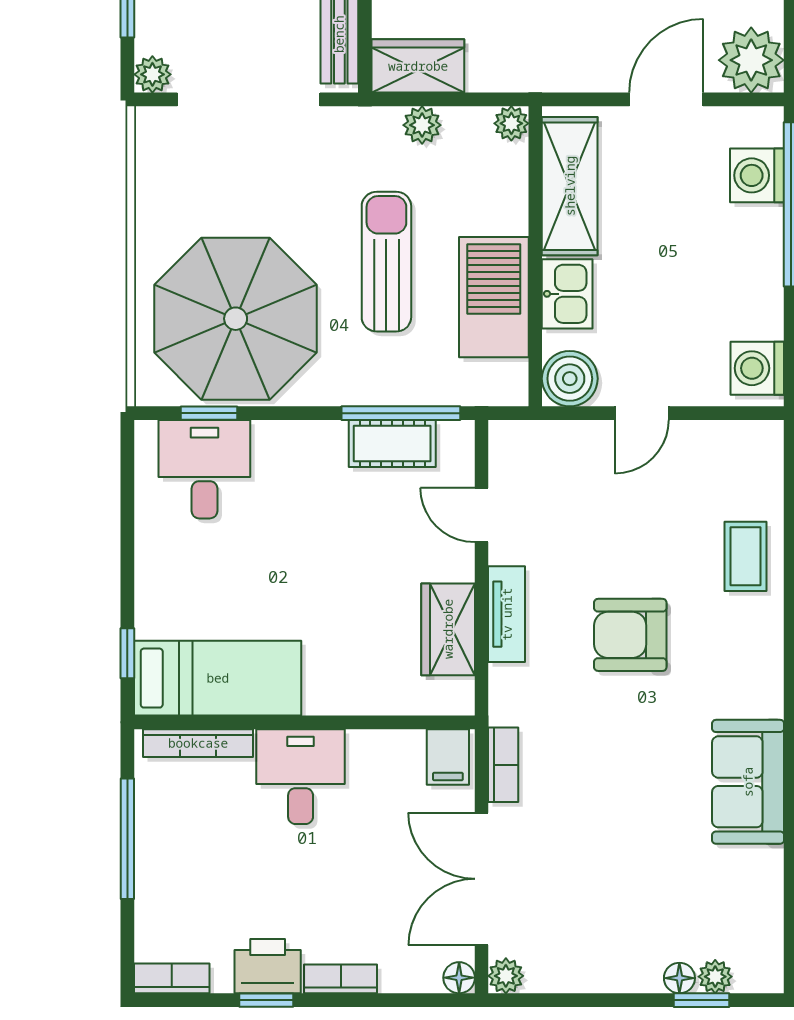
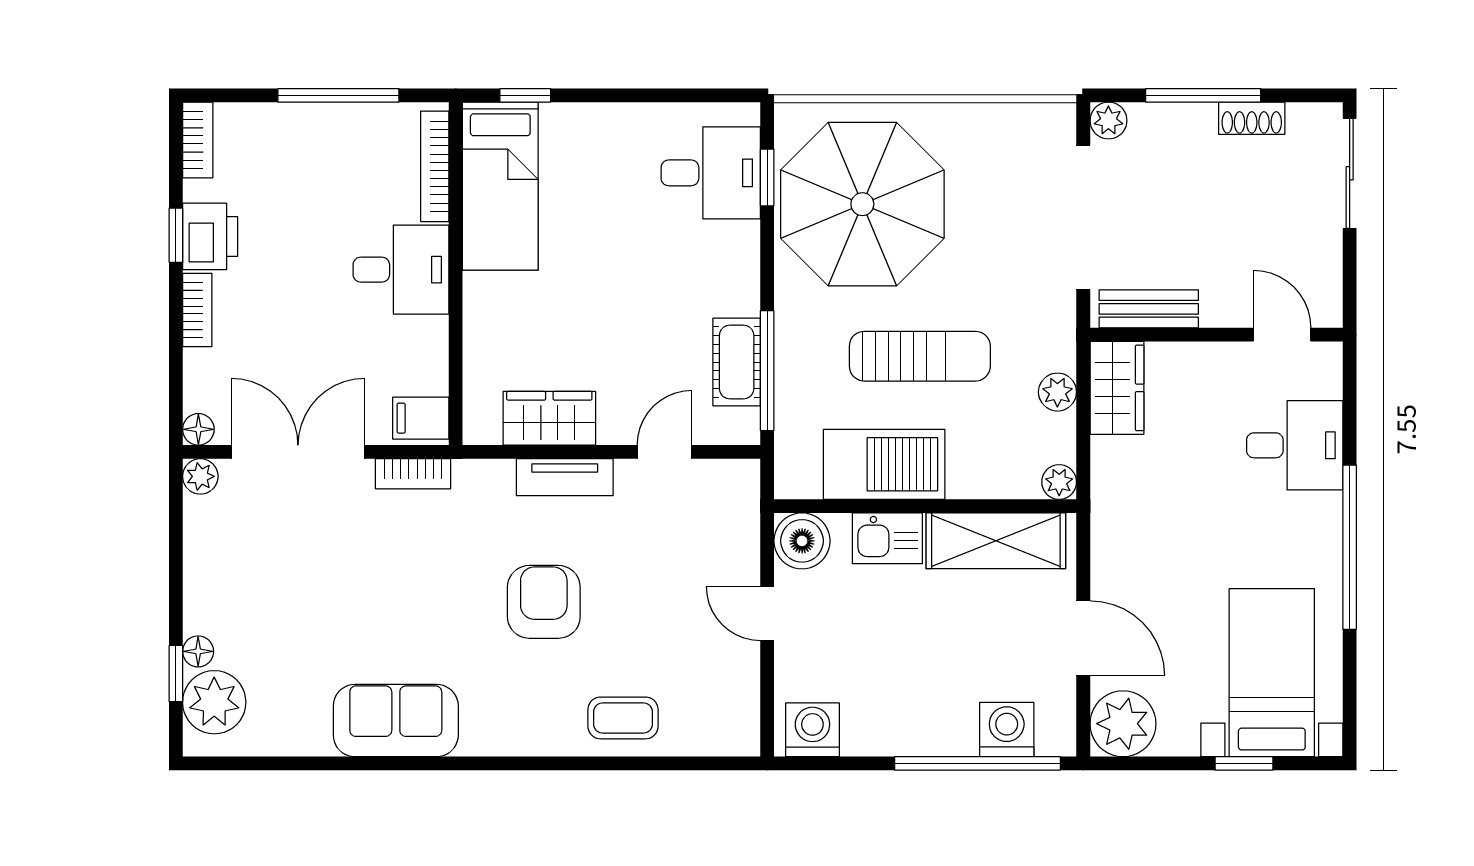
plant: (715, 977) -> (214, 702), width x1.87, depth x1.87

